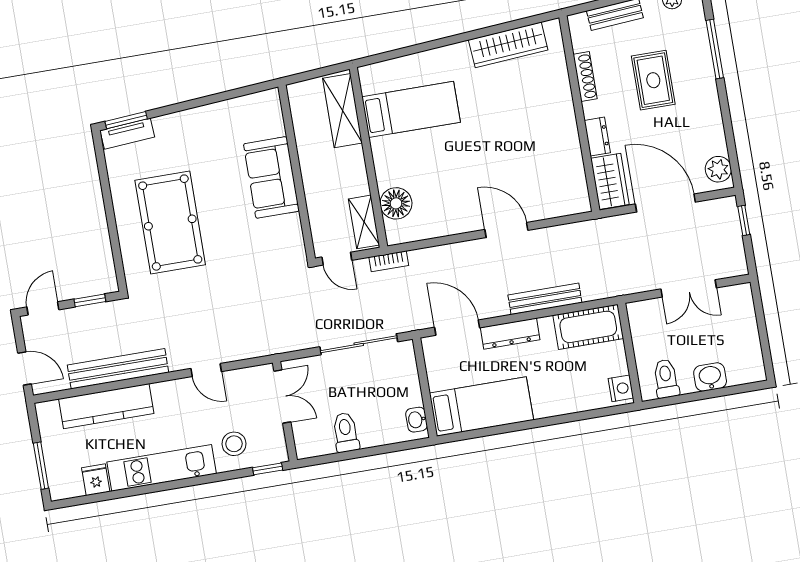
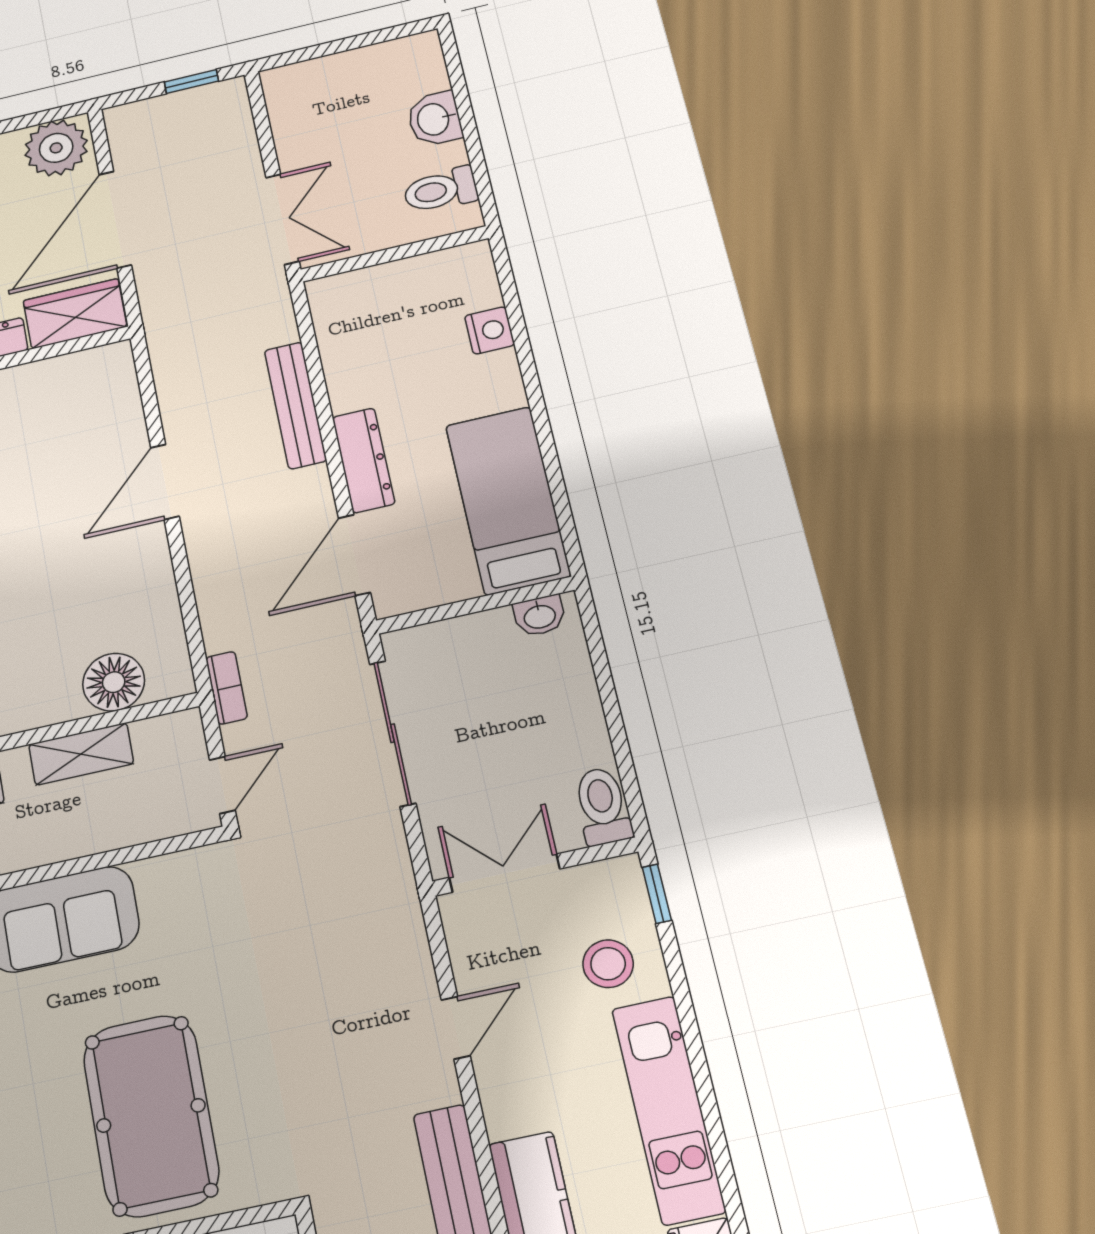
plant: (718, 169) -> (56, 148), width x1.36, depth x1.36
window: (744, 220) -> (191, 81), moved
shelving: (364, 222) -> (81, 754), moved
pool table: (170, 223) -> (151, 1115), turned 90
double door: (689, 288) -> (282, 219), moved
cot: (588, 327) -> (347, 327), removed
nightstand: (621, 388) -> (490, 330), moved, turned 90
toilet: (346, 432) -> (602, 806), moved, turned 90

